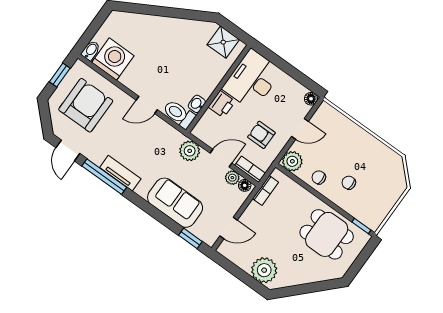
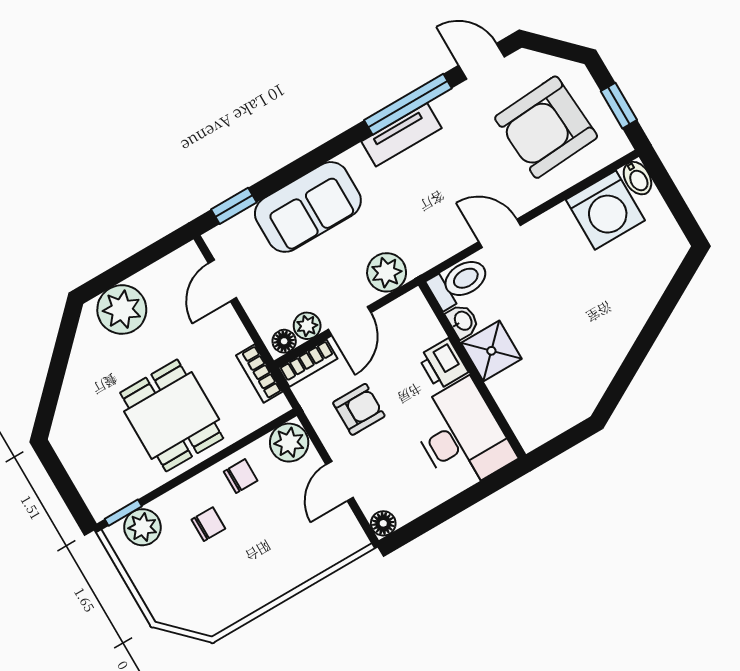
shower: (223, 42) -> (491, 351), moved
armchair: (86, 105) -> (546, 127), turned 86
door: (147, 105) -> (500, 233), hinge flipped
plant: (364, 214) -> (142, 527), added
dining table: (327, 234) -> (172, 415), moved, turned 90

